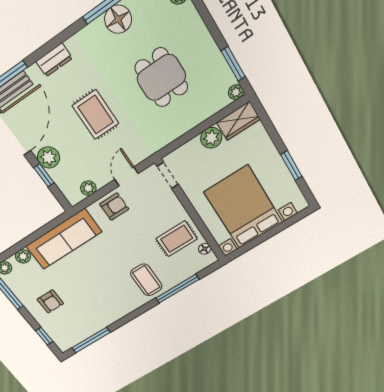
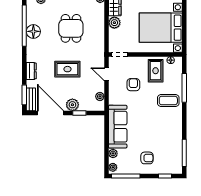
dining table: (161, 77) -> (71, 28), turned 90
armchair: (114, 207) -> (133, 85), moved

